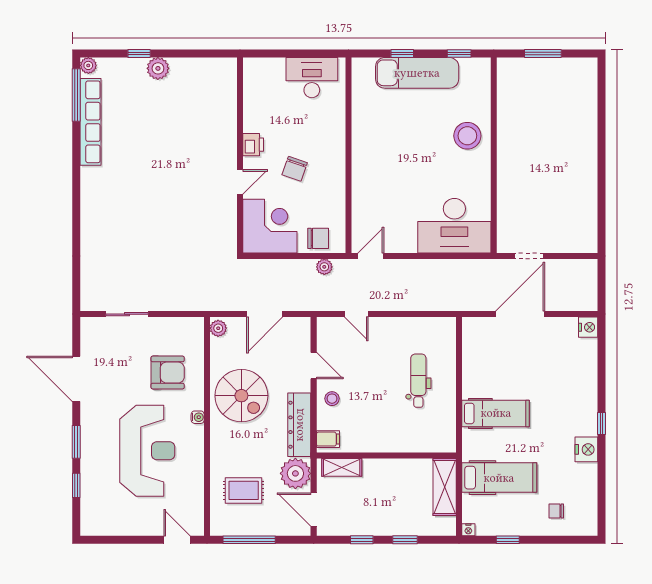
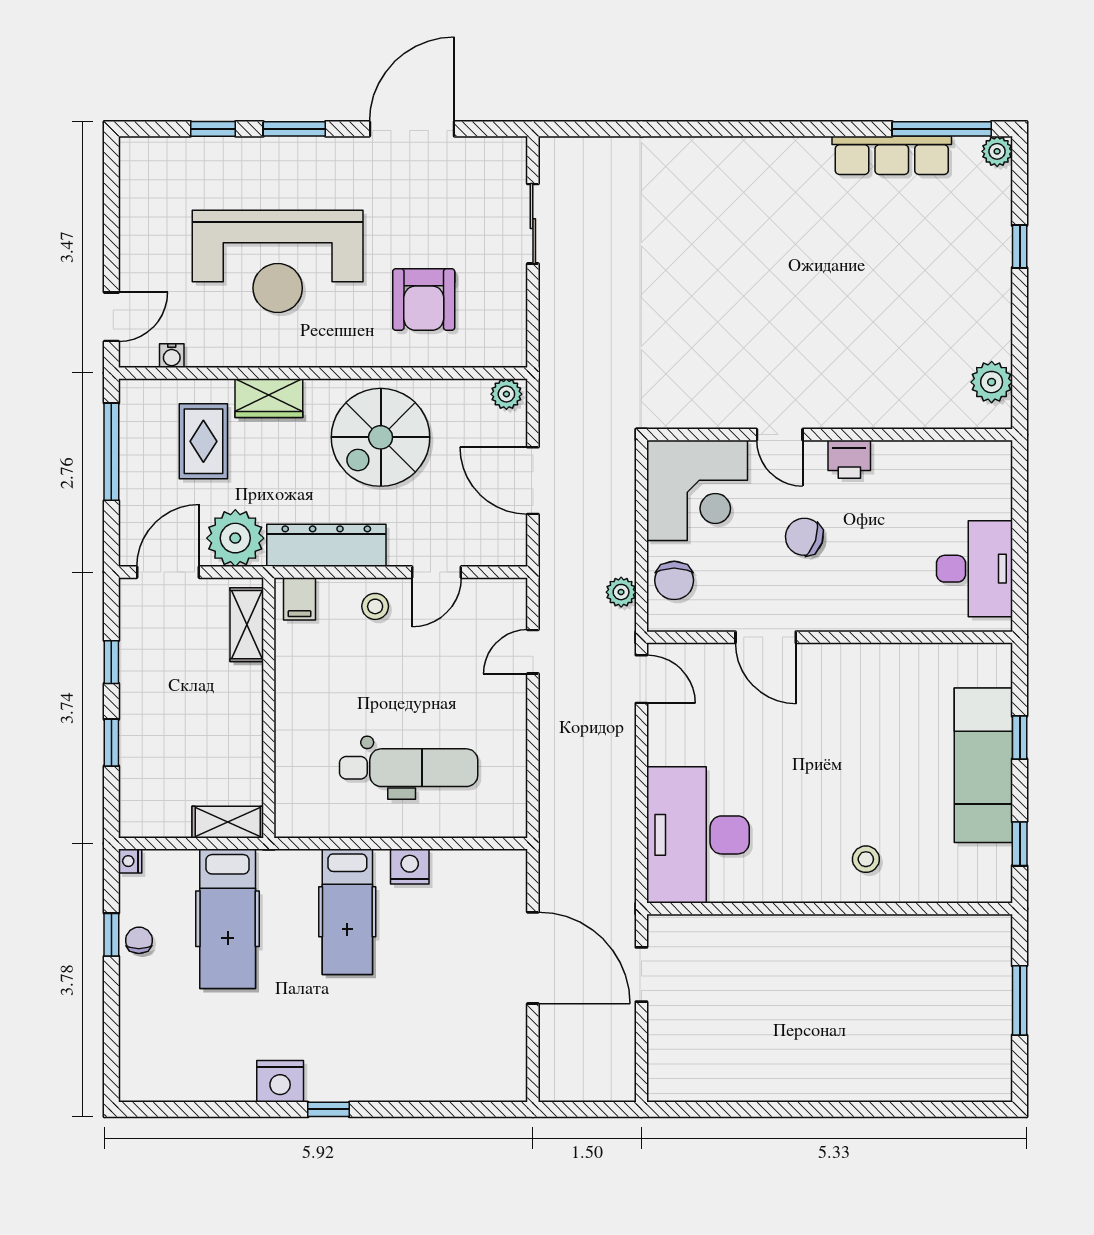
plant: (158, 68) -> (992, 382), moved
row of seats: (90, 122) -> (892, 155), width x0.73
stool: (467, 136) -> (866, 859), width x0.53, depth x0.53
door: (349, 189) -> (766, 637), added
nightstand: (588, 327) -> (410, 867), moved, turned 180
dental chair: (418, 381) -> (409, 768), width x1.36, depth x1.38
water cooler: (198, 417) -> (172, 356), moved
wardrobe: (220, 455) -> (269, 398), added
shelving: (445, 487) -> (228, 822), width x0.67, depth x0.75
chair: (556, 511) -> (139, 940), moved

